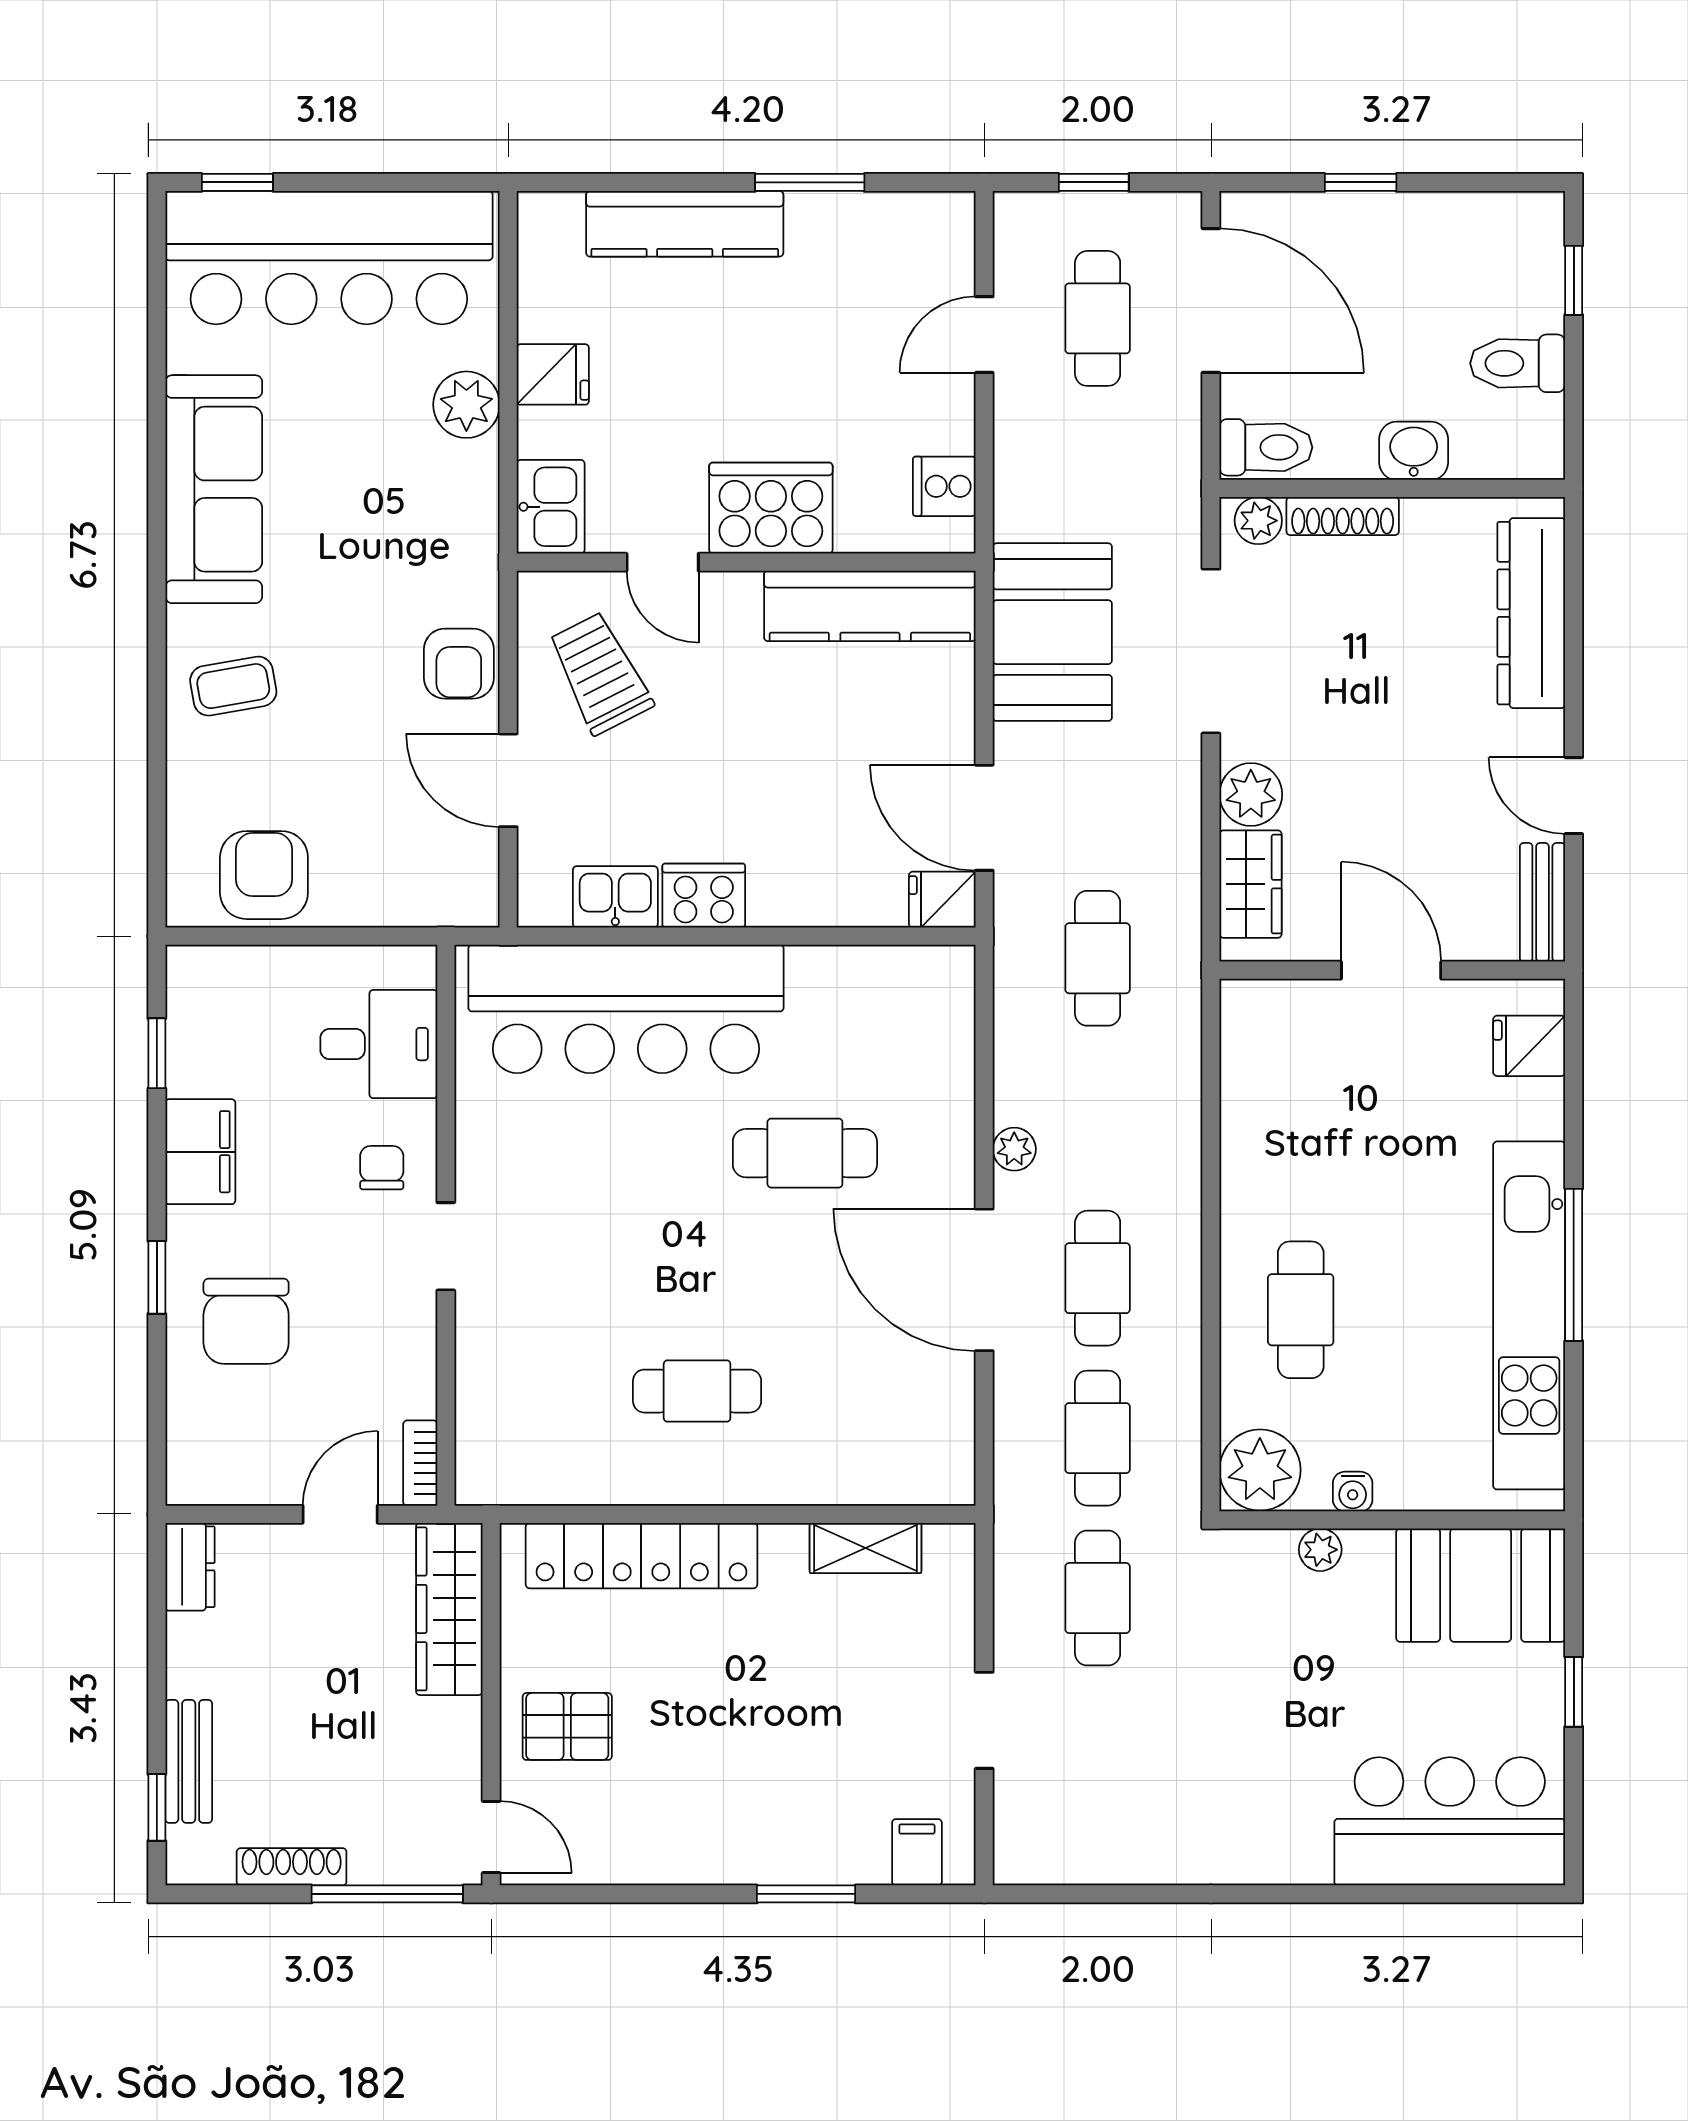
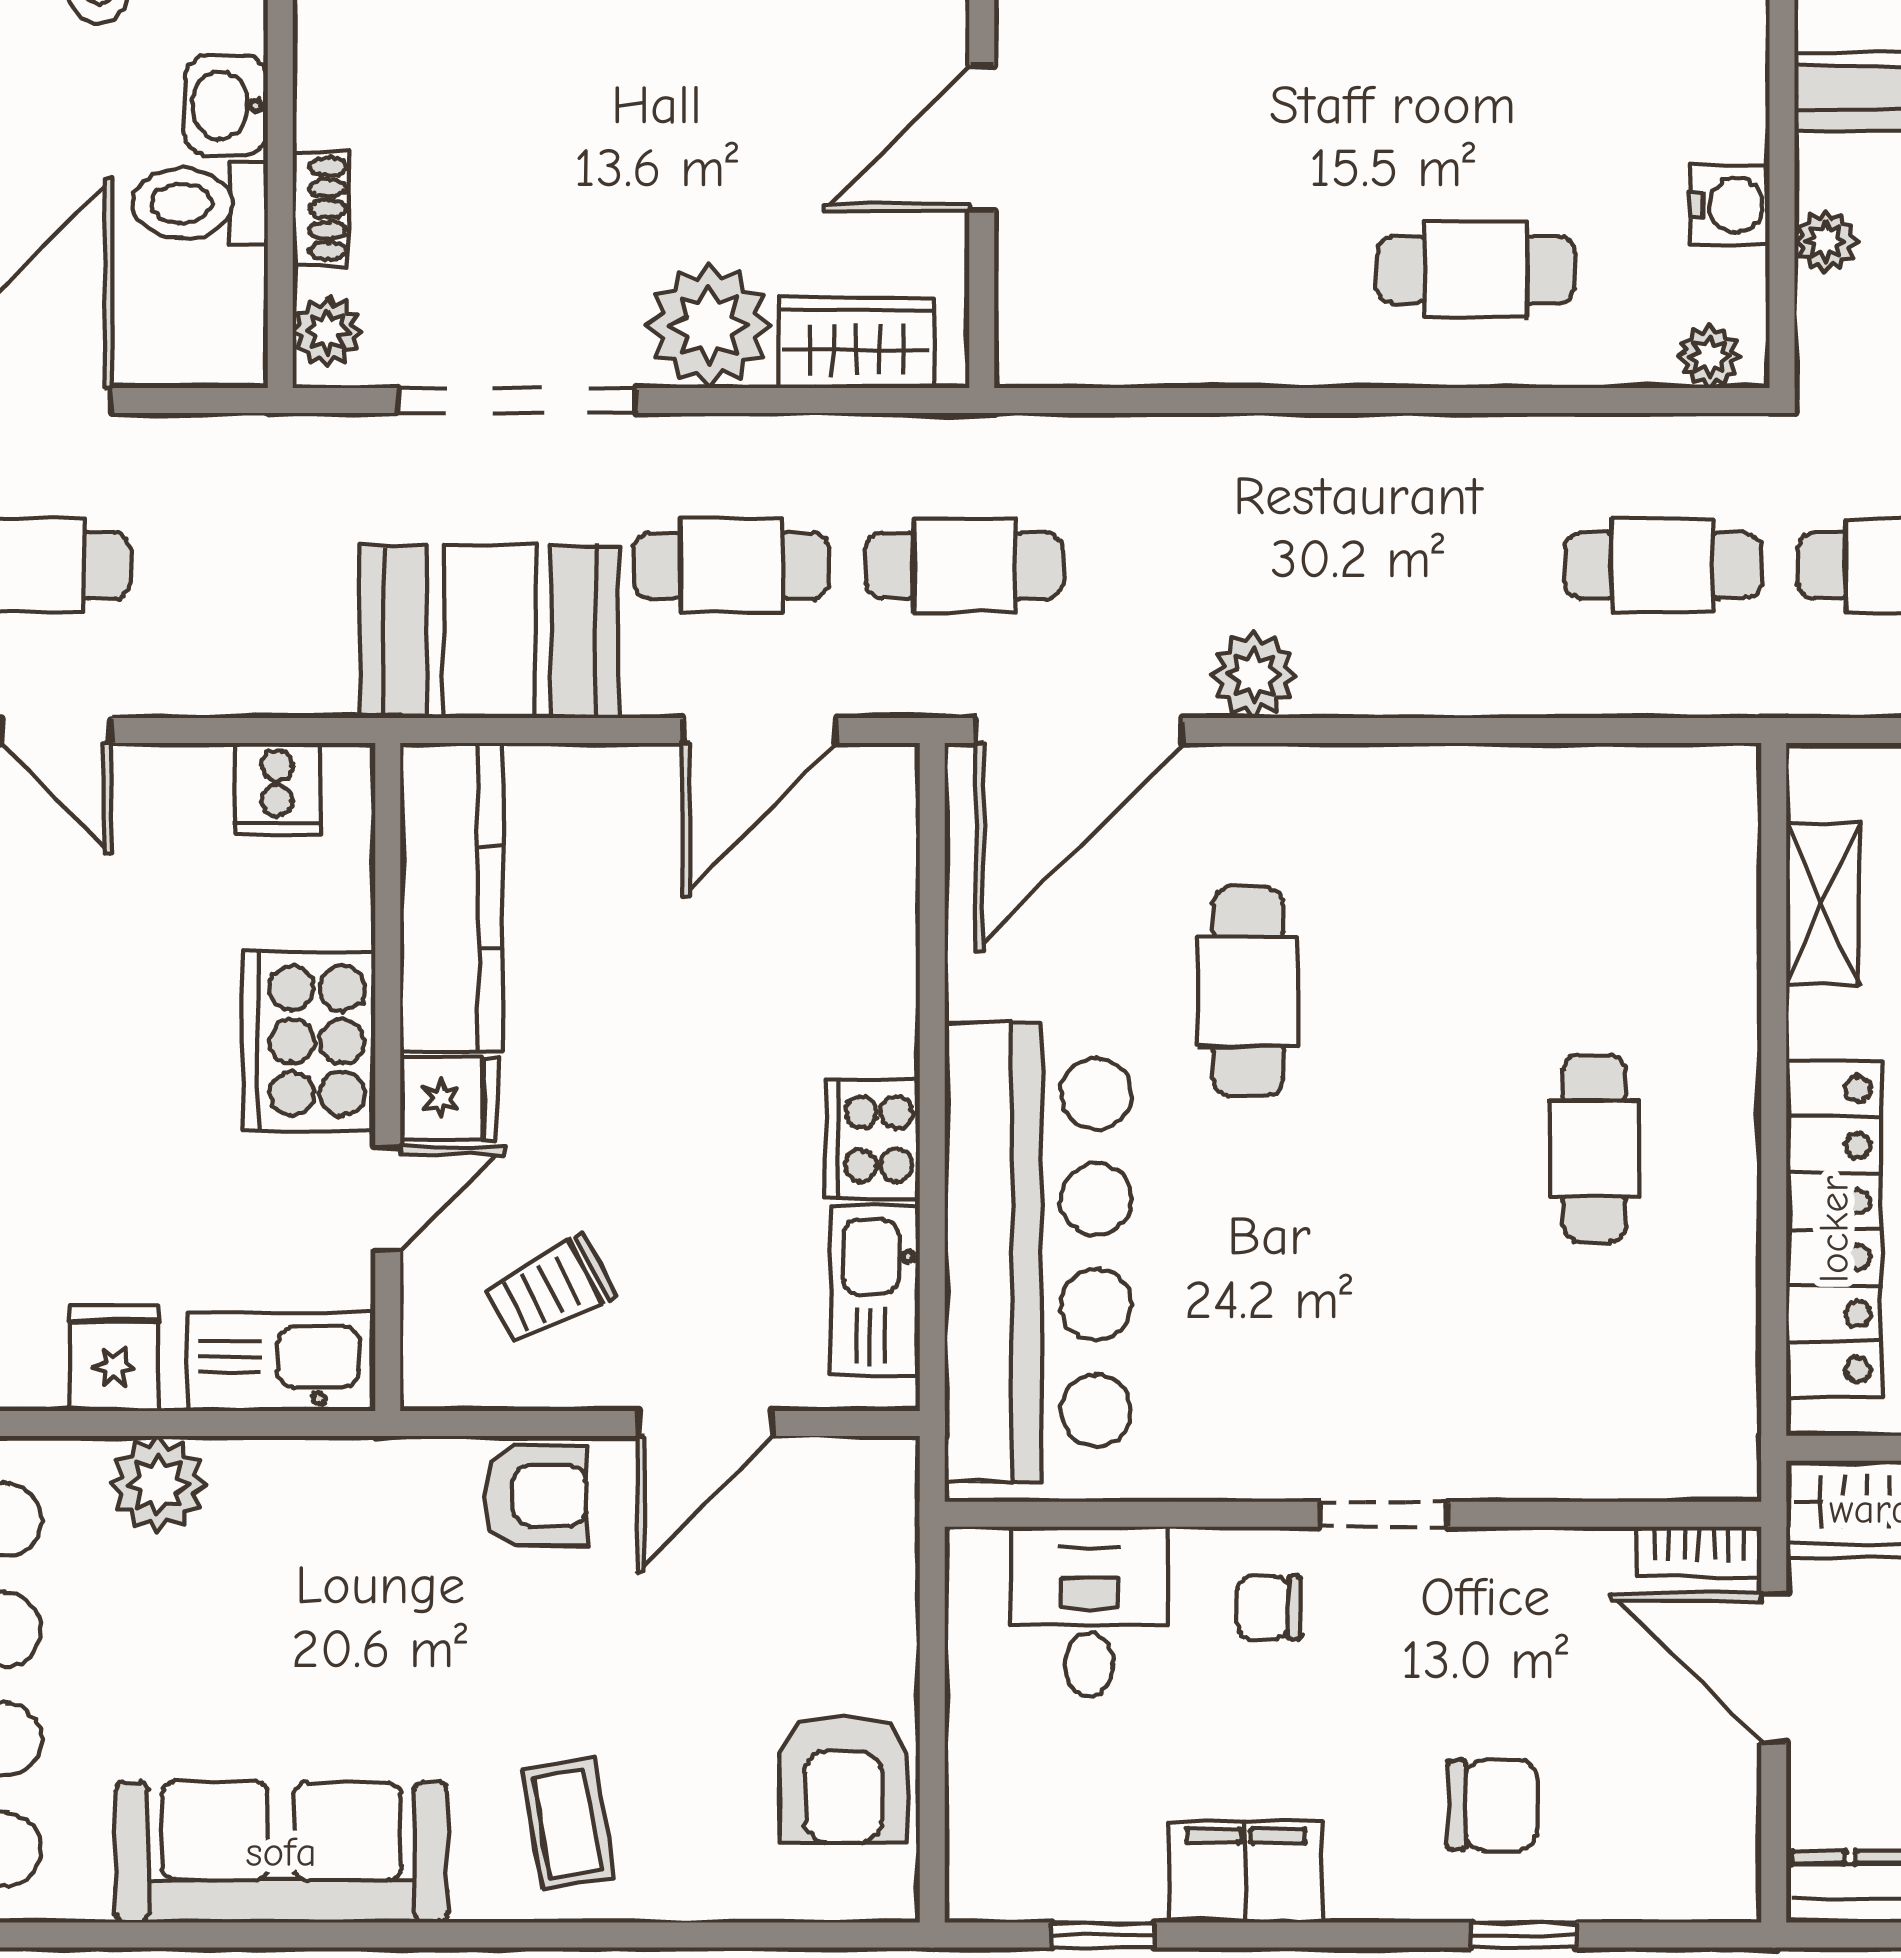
toilet: (1266, 447) -> (200, 203), moved, turned -90
kitchen sink: (551, 507) -> (281, 1362), width x1.38
shoe rack: (1343, 516) -> (321, 209), width x0.70
trolley: (600, 673) -> (549, 1290), width x0.73, depth x0.72
plant: (1251, 794) -> (709, 326), width x1.36, depth x1.36
armchair: (264, 875) -> (843, 1779), turned -90
kitchen sink: (615, 897) -> (875, 1291), width x1.38
fridge: (942, 900) -> (449, 1098), moved, turned -90
plant: (1014, 1149) -> (1254, 675), width x1.38, depth x1.38
window: (157, 1277) -> (1524, 1935), moved
cafe table: (1098, 1278) -> (731, 566), moved
door: (984, 1280) -> (1079, 731), moved
chair: (246, 1321) -> (1493, 1805), width x0.73, depth x0.73
plant: (1260, 1470) -> (1709, 357), width x0.53, depth x0.53
water cooler: (1353, 1492) -> (1730, 205), width x1.38, depth x1.38
door: (340, 1514) -> (1774, 1668), width x1.38

